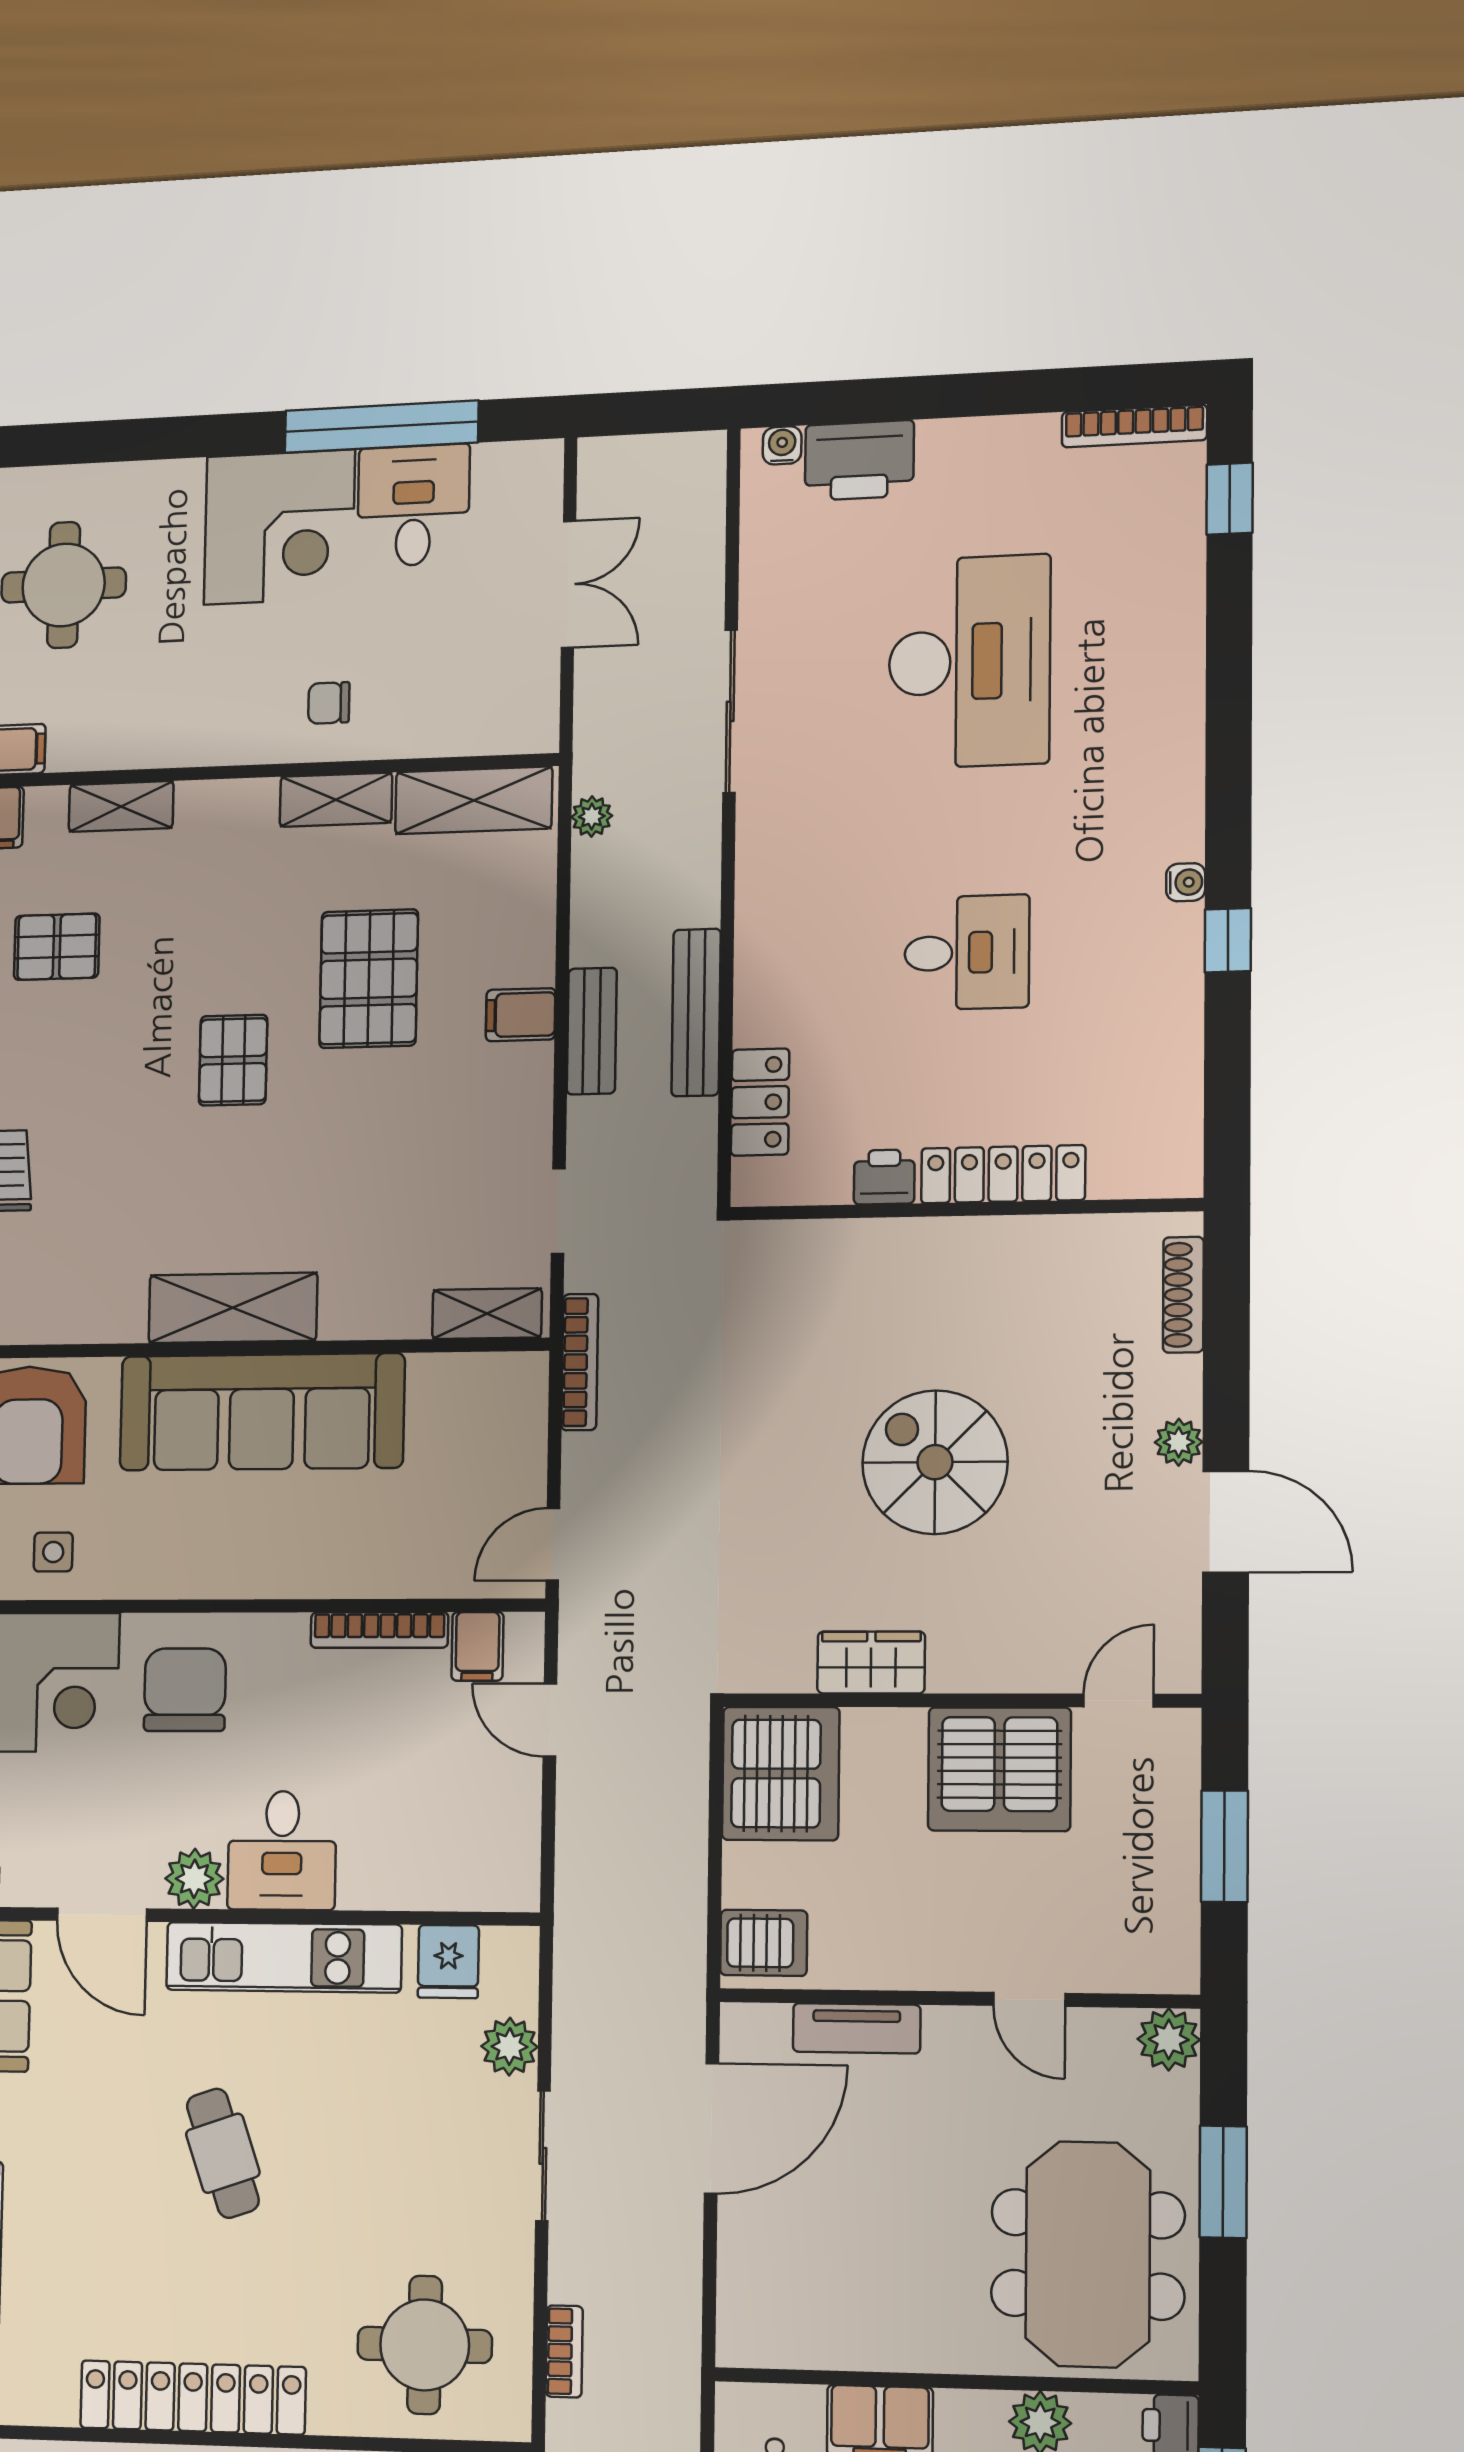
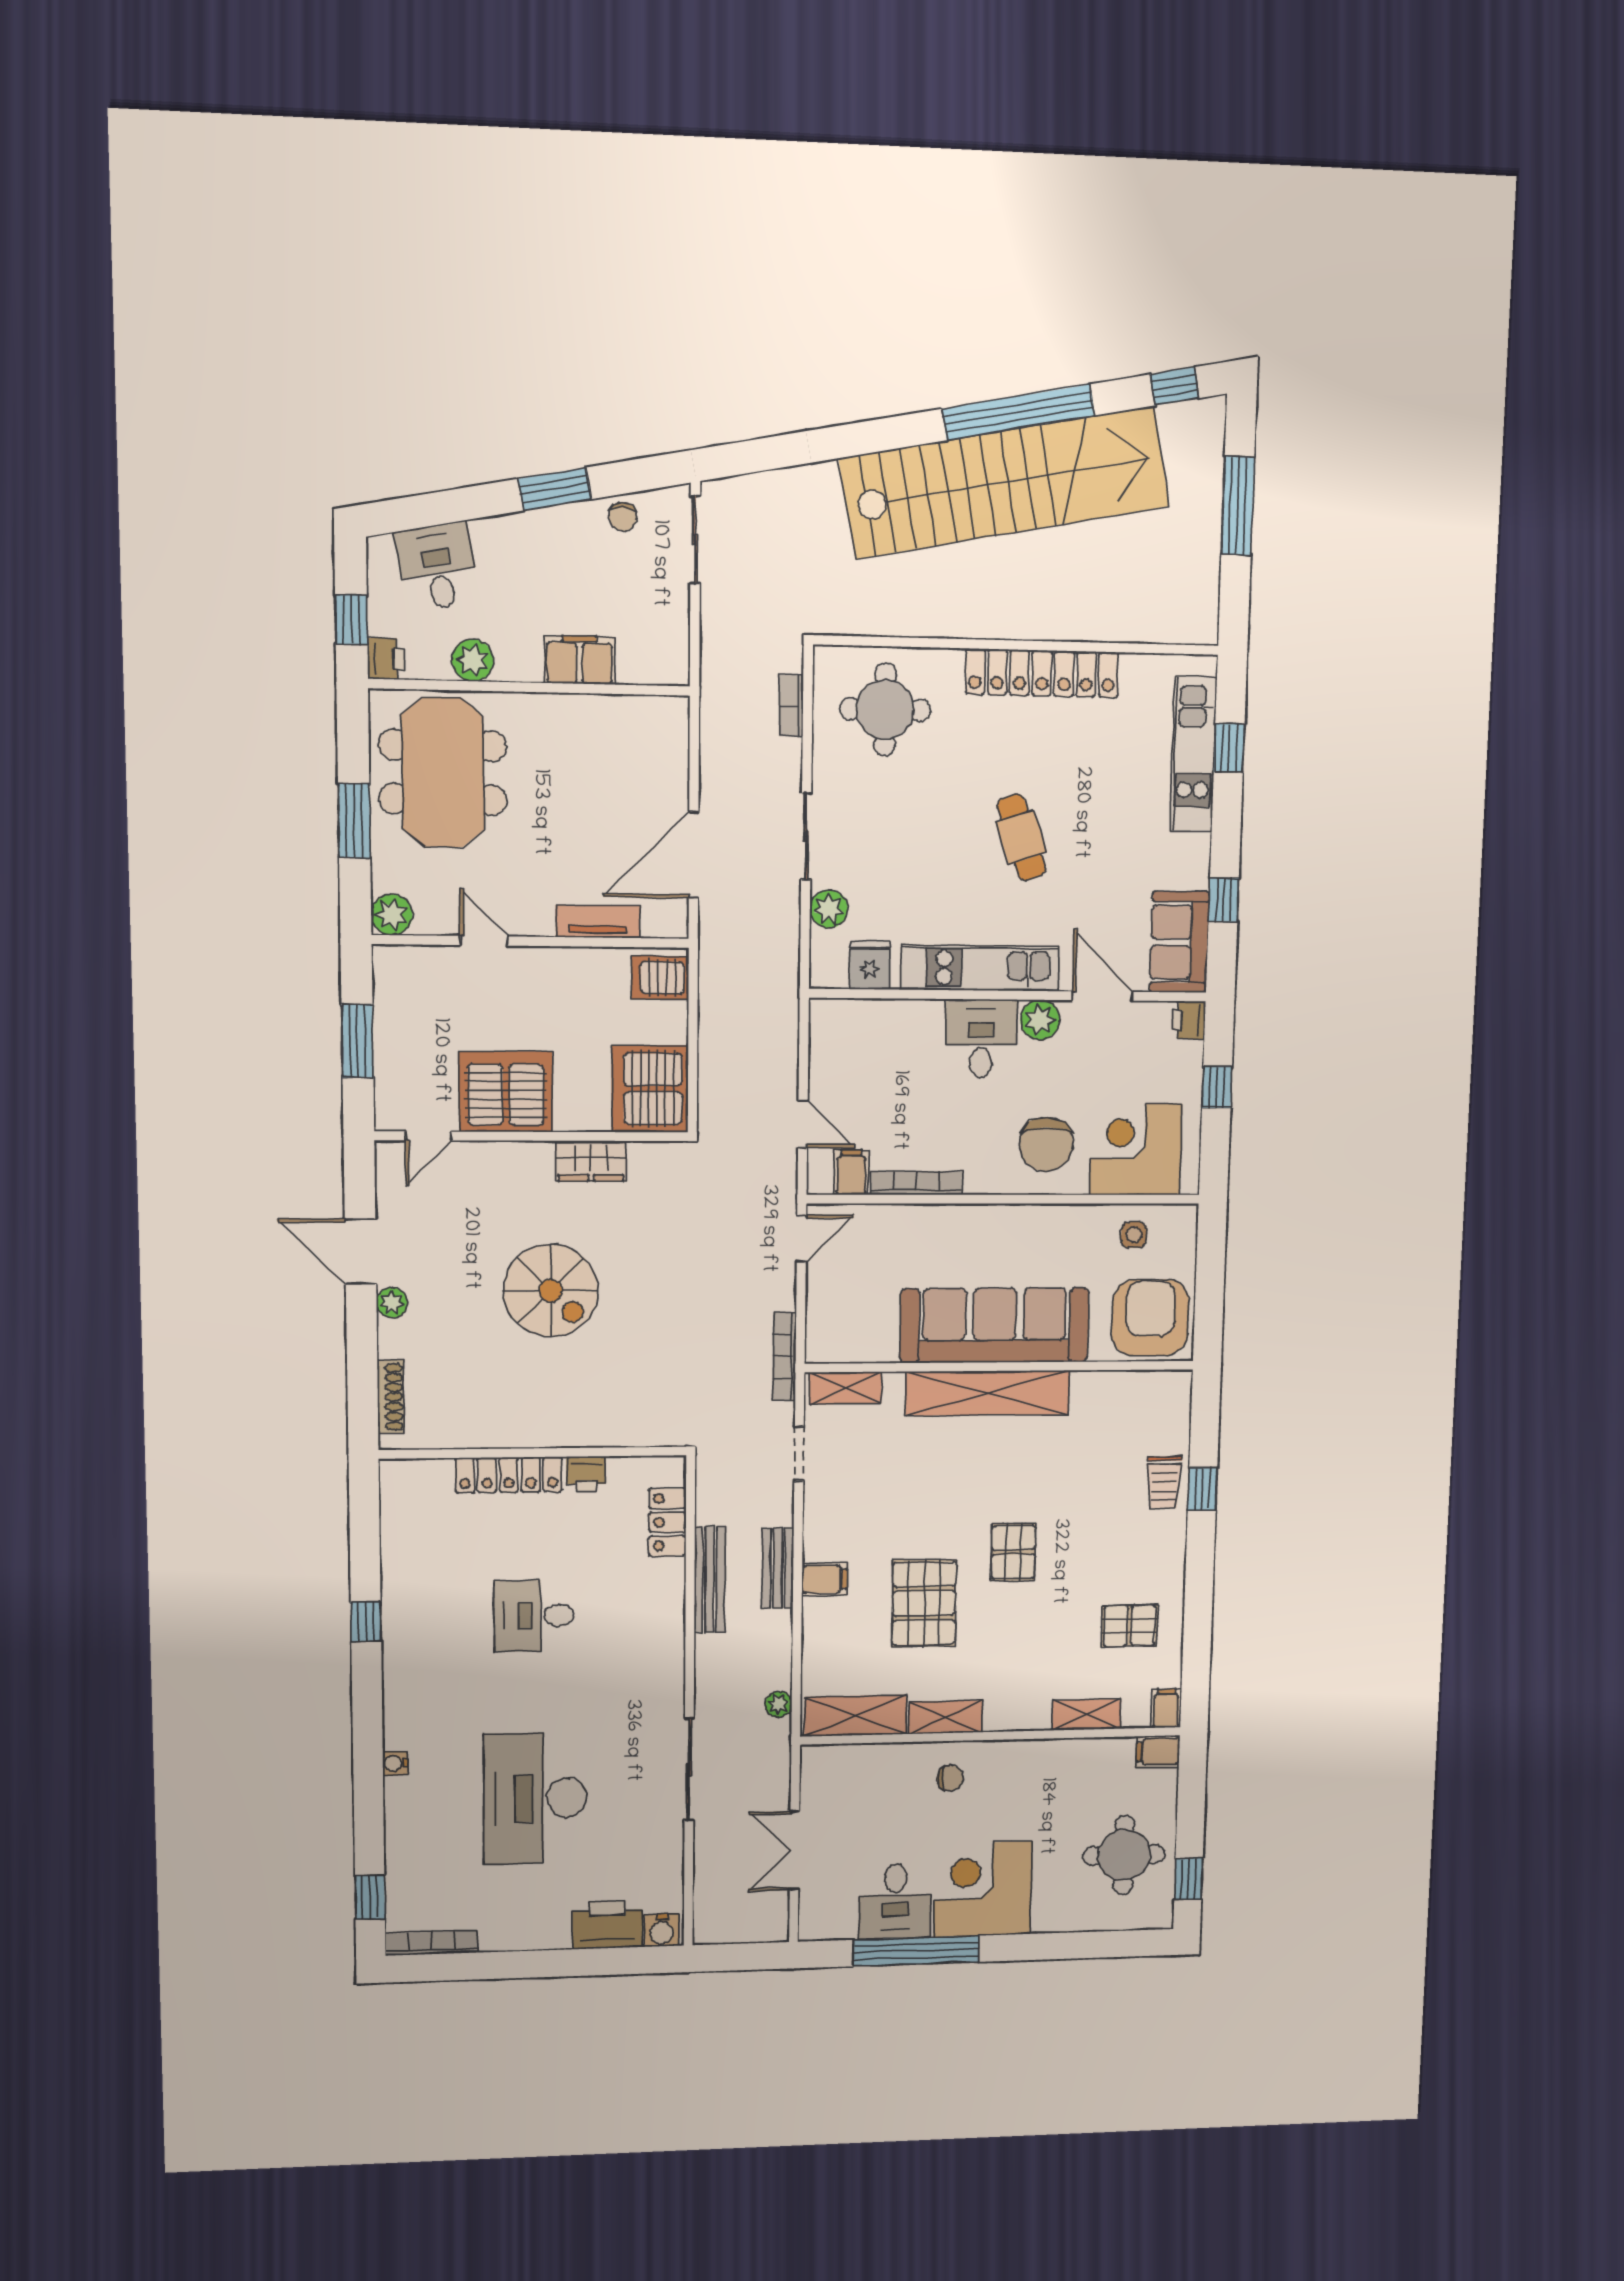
water cooler: (782, 445) -> (662, 1930), width x1.38, depth x1.38
water cooler: (1186, 882) -> (395, 1763), moved
shelving: (233, 1308) -> (988, 1393), width x1.47

